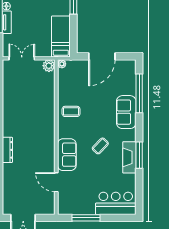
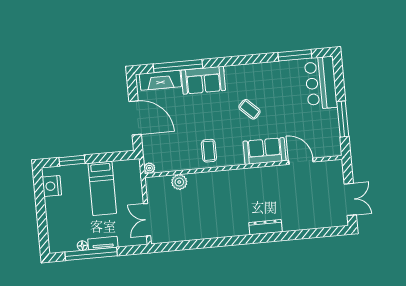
bed: (61, 36) -> (102, 188), moved, turned -90
plant: (49, 66) -> (179, 182), moved
window: (139, 155) -> (295, 55), moved
fireplace: (129, 157) -> (160, 80), moved
door: (56, 182) -> (301, 161), swing flipped

